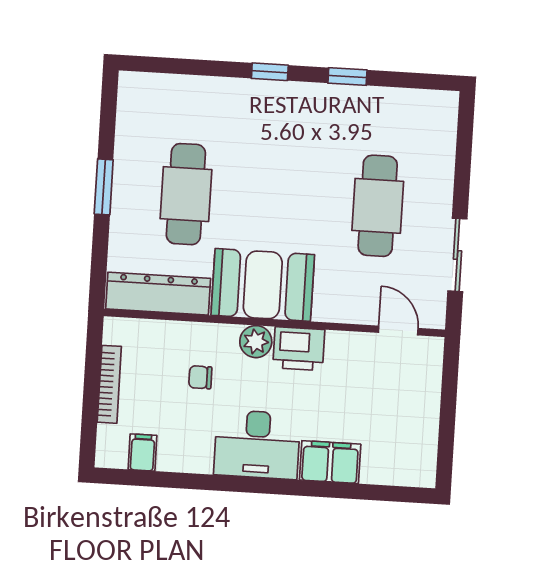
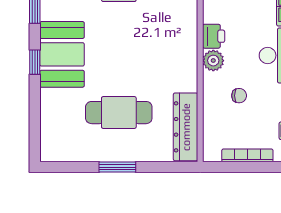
booth: (263, 285) -> (62, 54), moved
printer: (299, 349) -> (214, 36), width x0.73, depth x0.81
chair: (200, 377) -> (239, 96), turned -90

